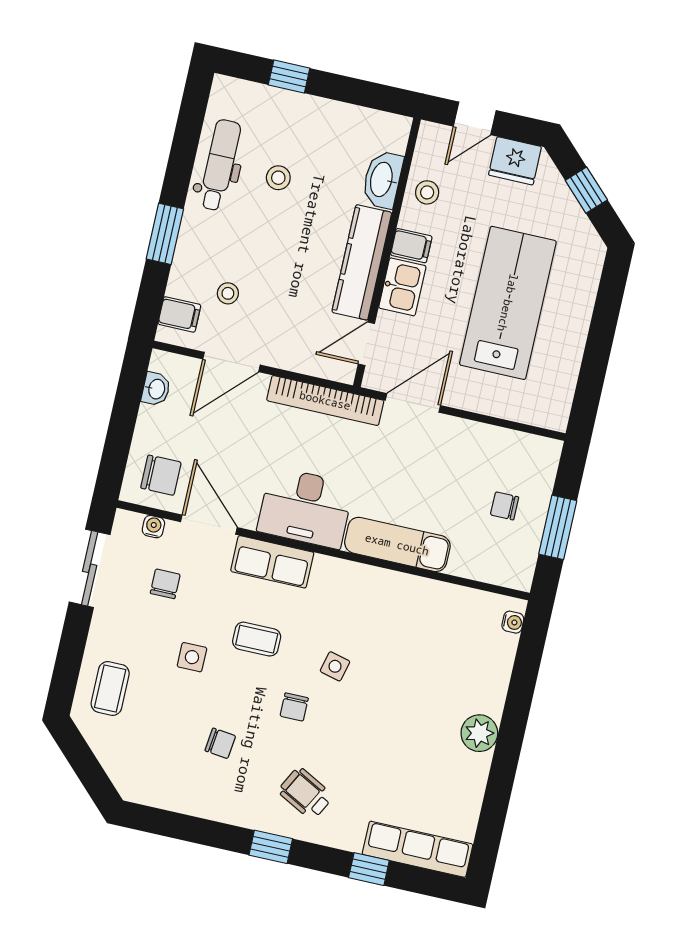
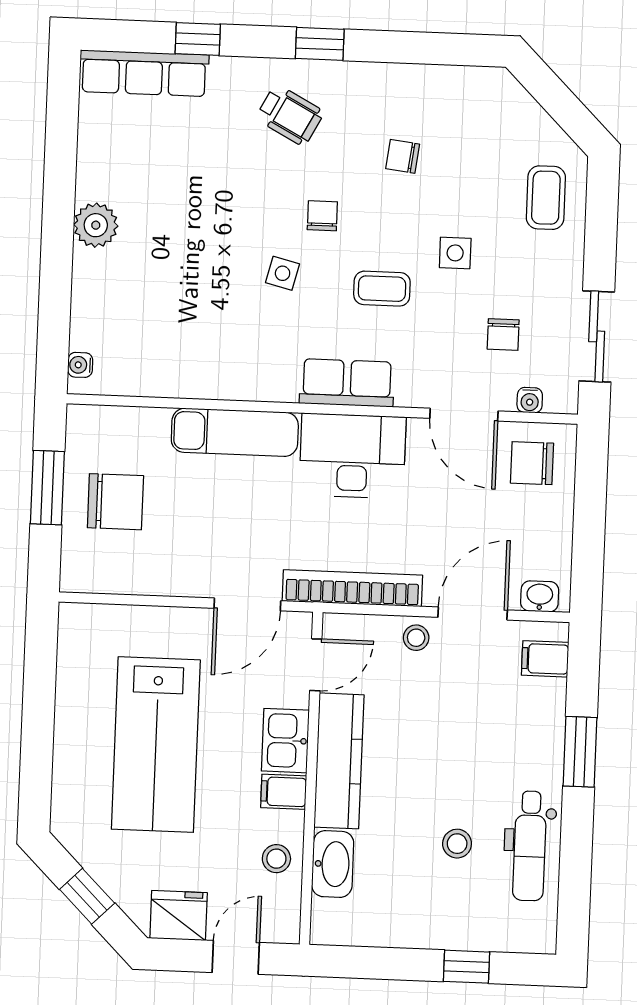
stool: (228, 293) -> (416, 638), moved
washbasin: (156, 389) -> (540, 596), moved, turned 90
chair: (505, 506) -> (115, 502), width x1.87, depth x1.87
row of seats: (272, 562) -> (347, 383), moved

